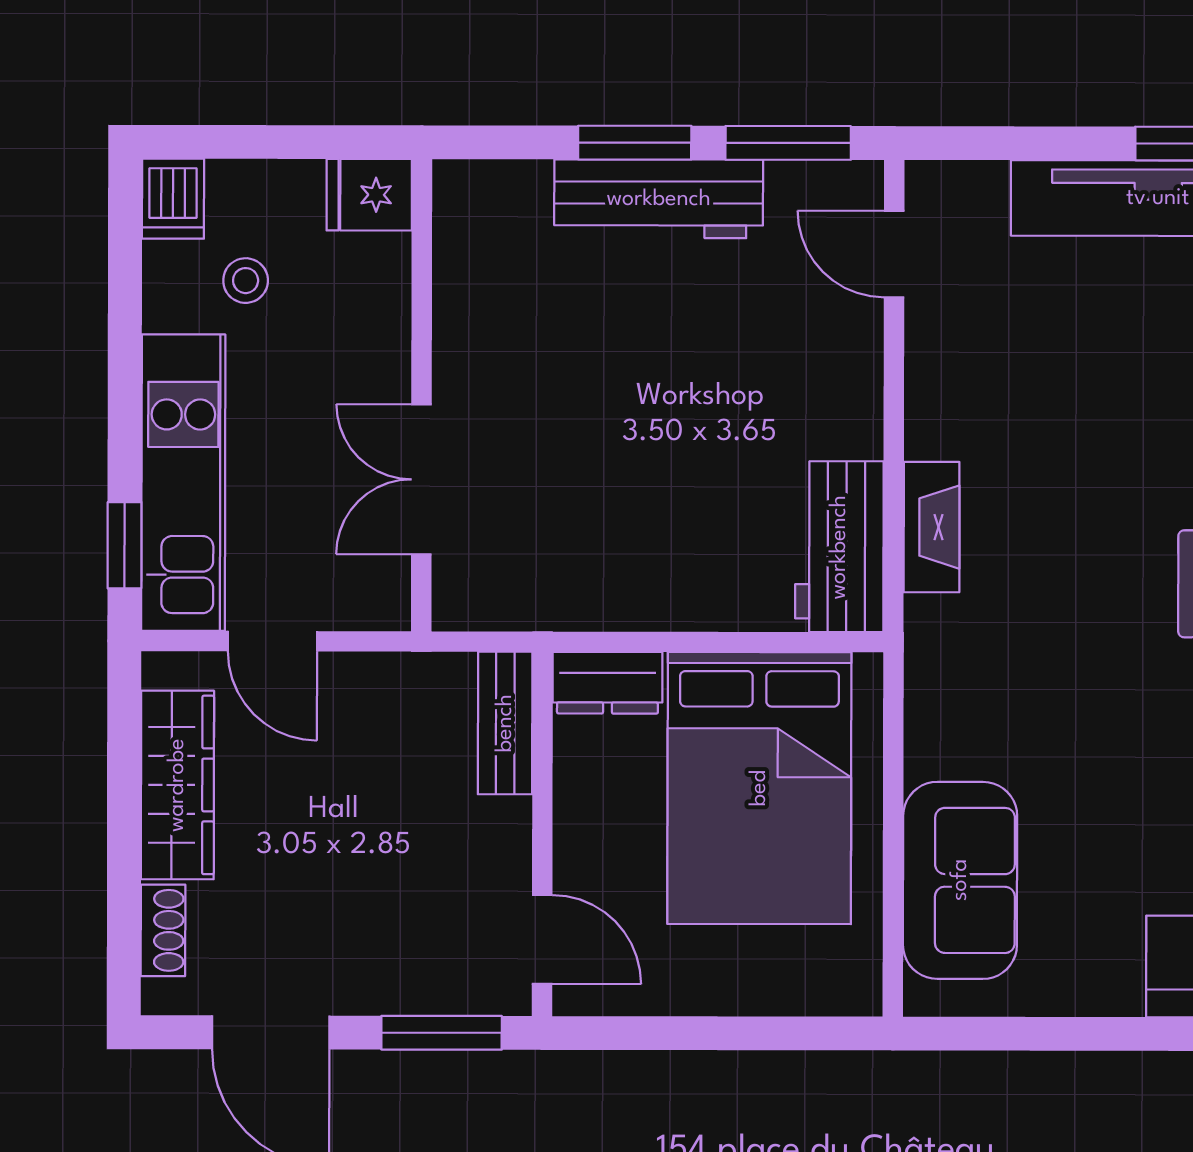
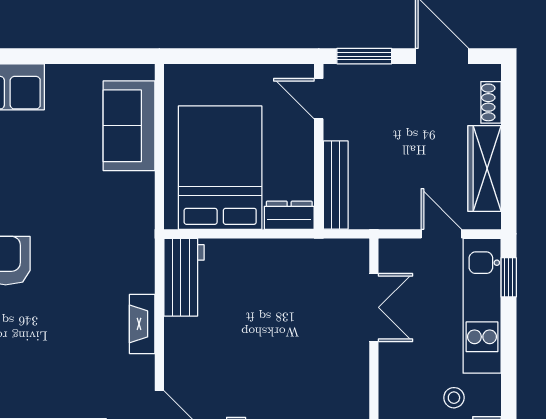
fireplace: (932, 527) -> (142, 324), moved
bench: (505, 723) -> (336, 185), width x1.36

